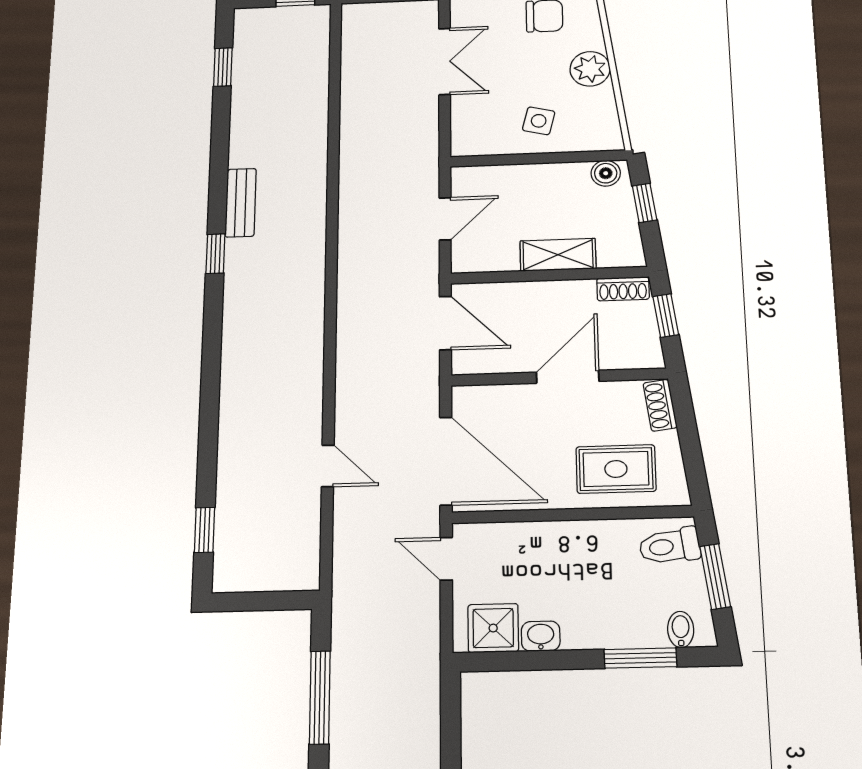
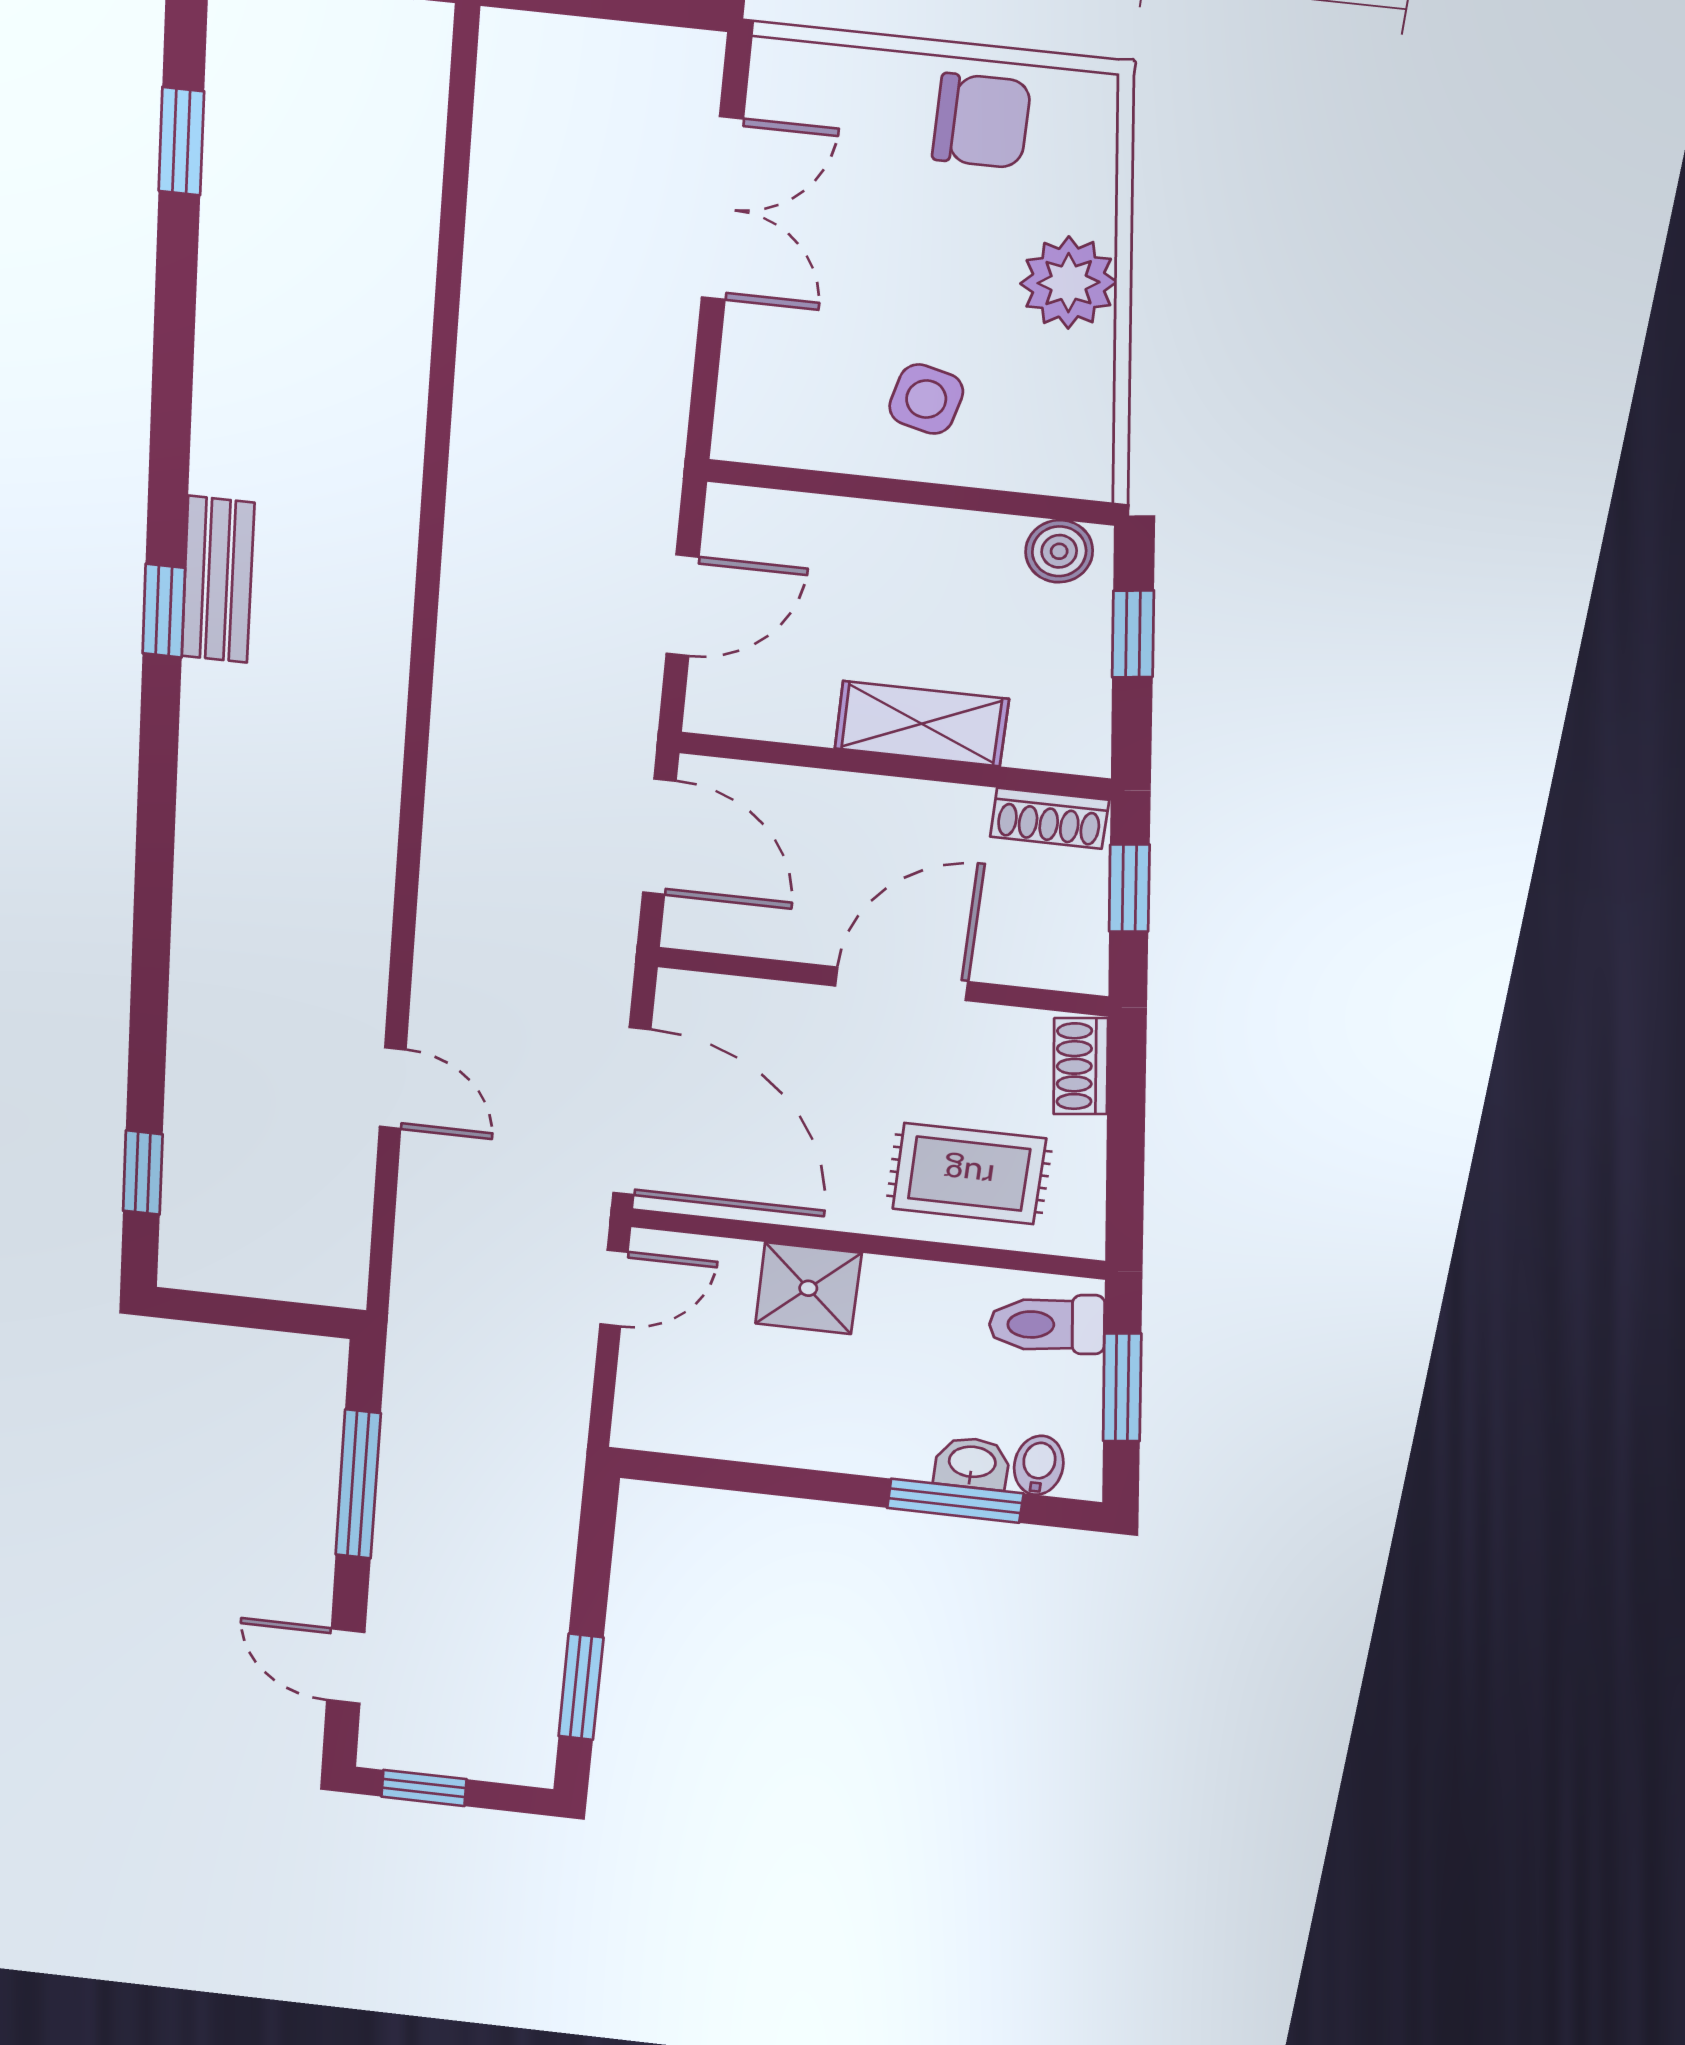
bench: (241, 203) -> (218, 580), moved
door: (446, 559) -> (614, 1288), swing flipped
shower: (493, 628) -> (808, 1288), moved
washbasin: (541, 636) -> (972, 1463), moved

